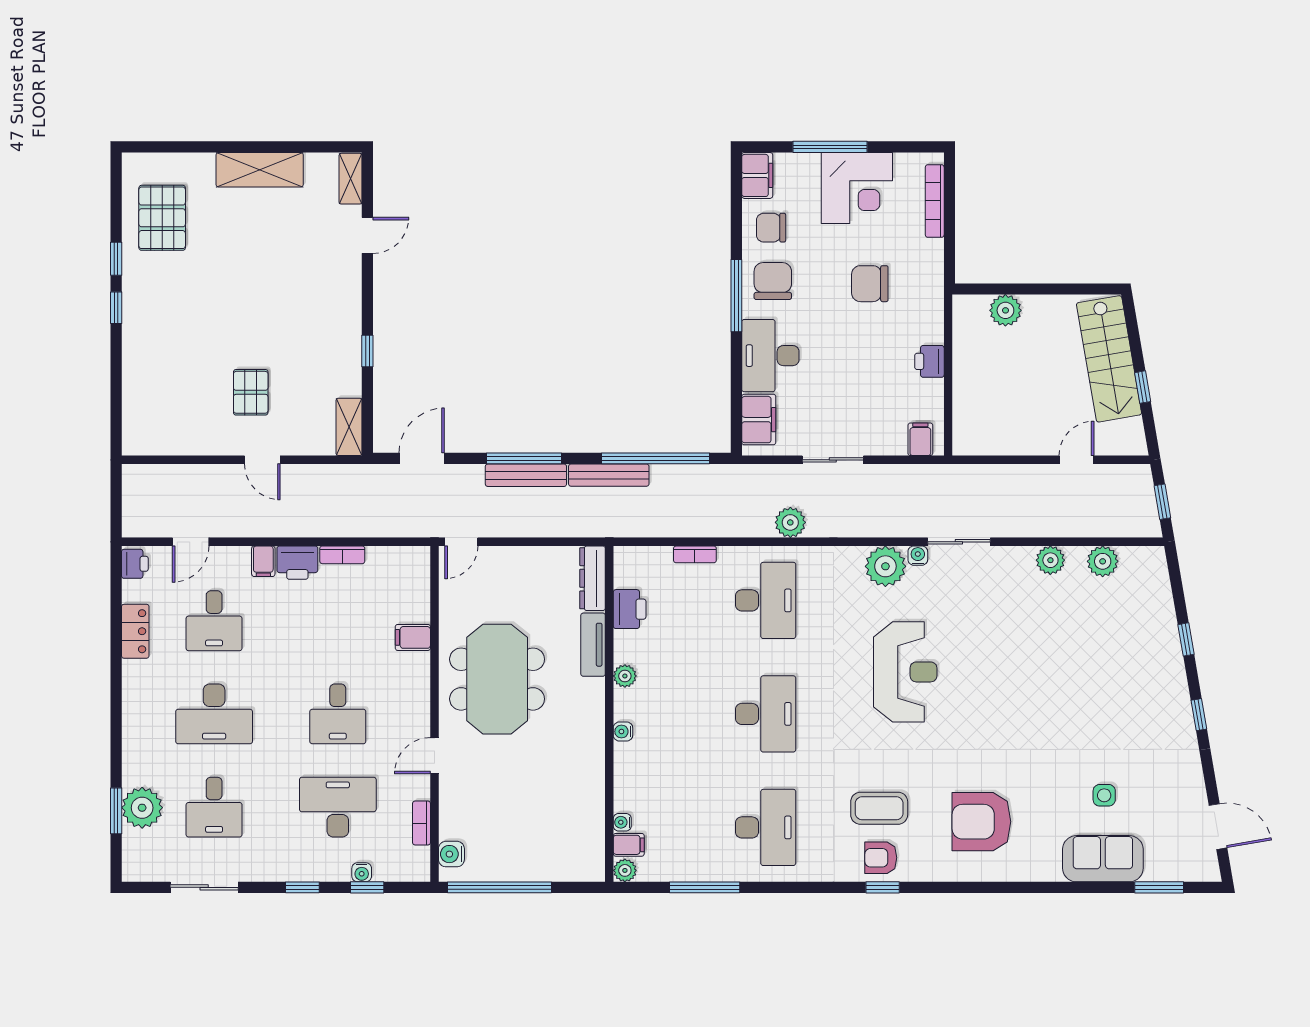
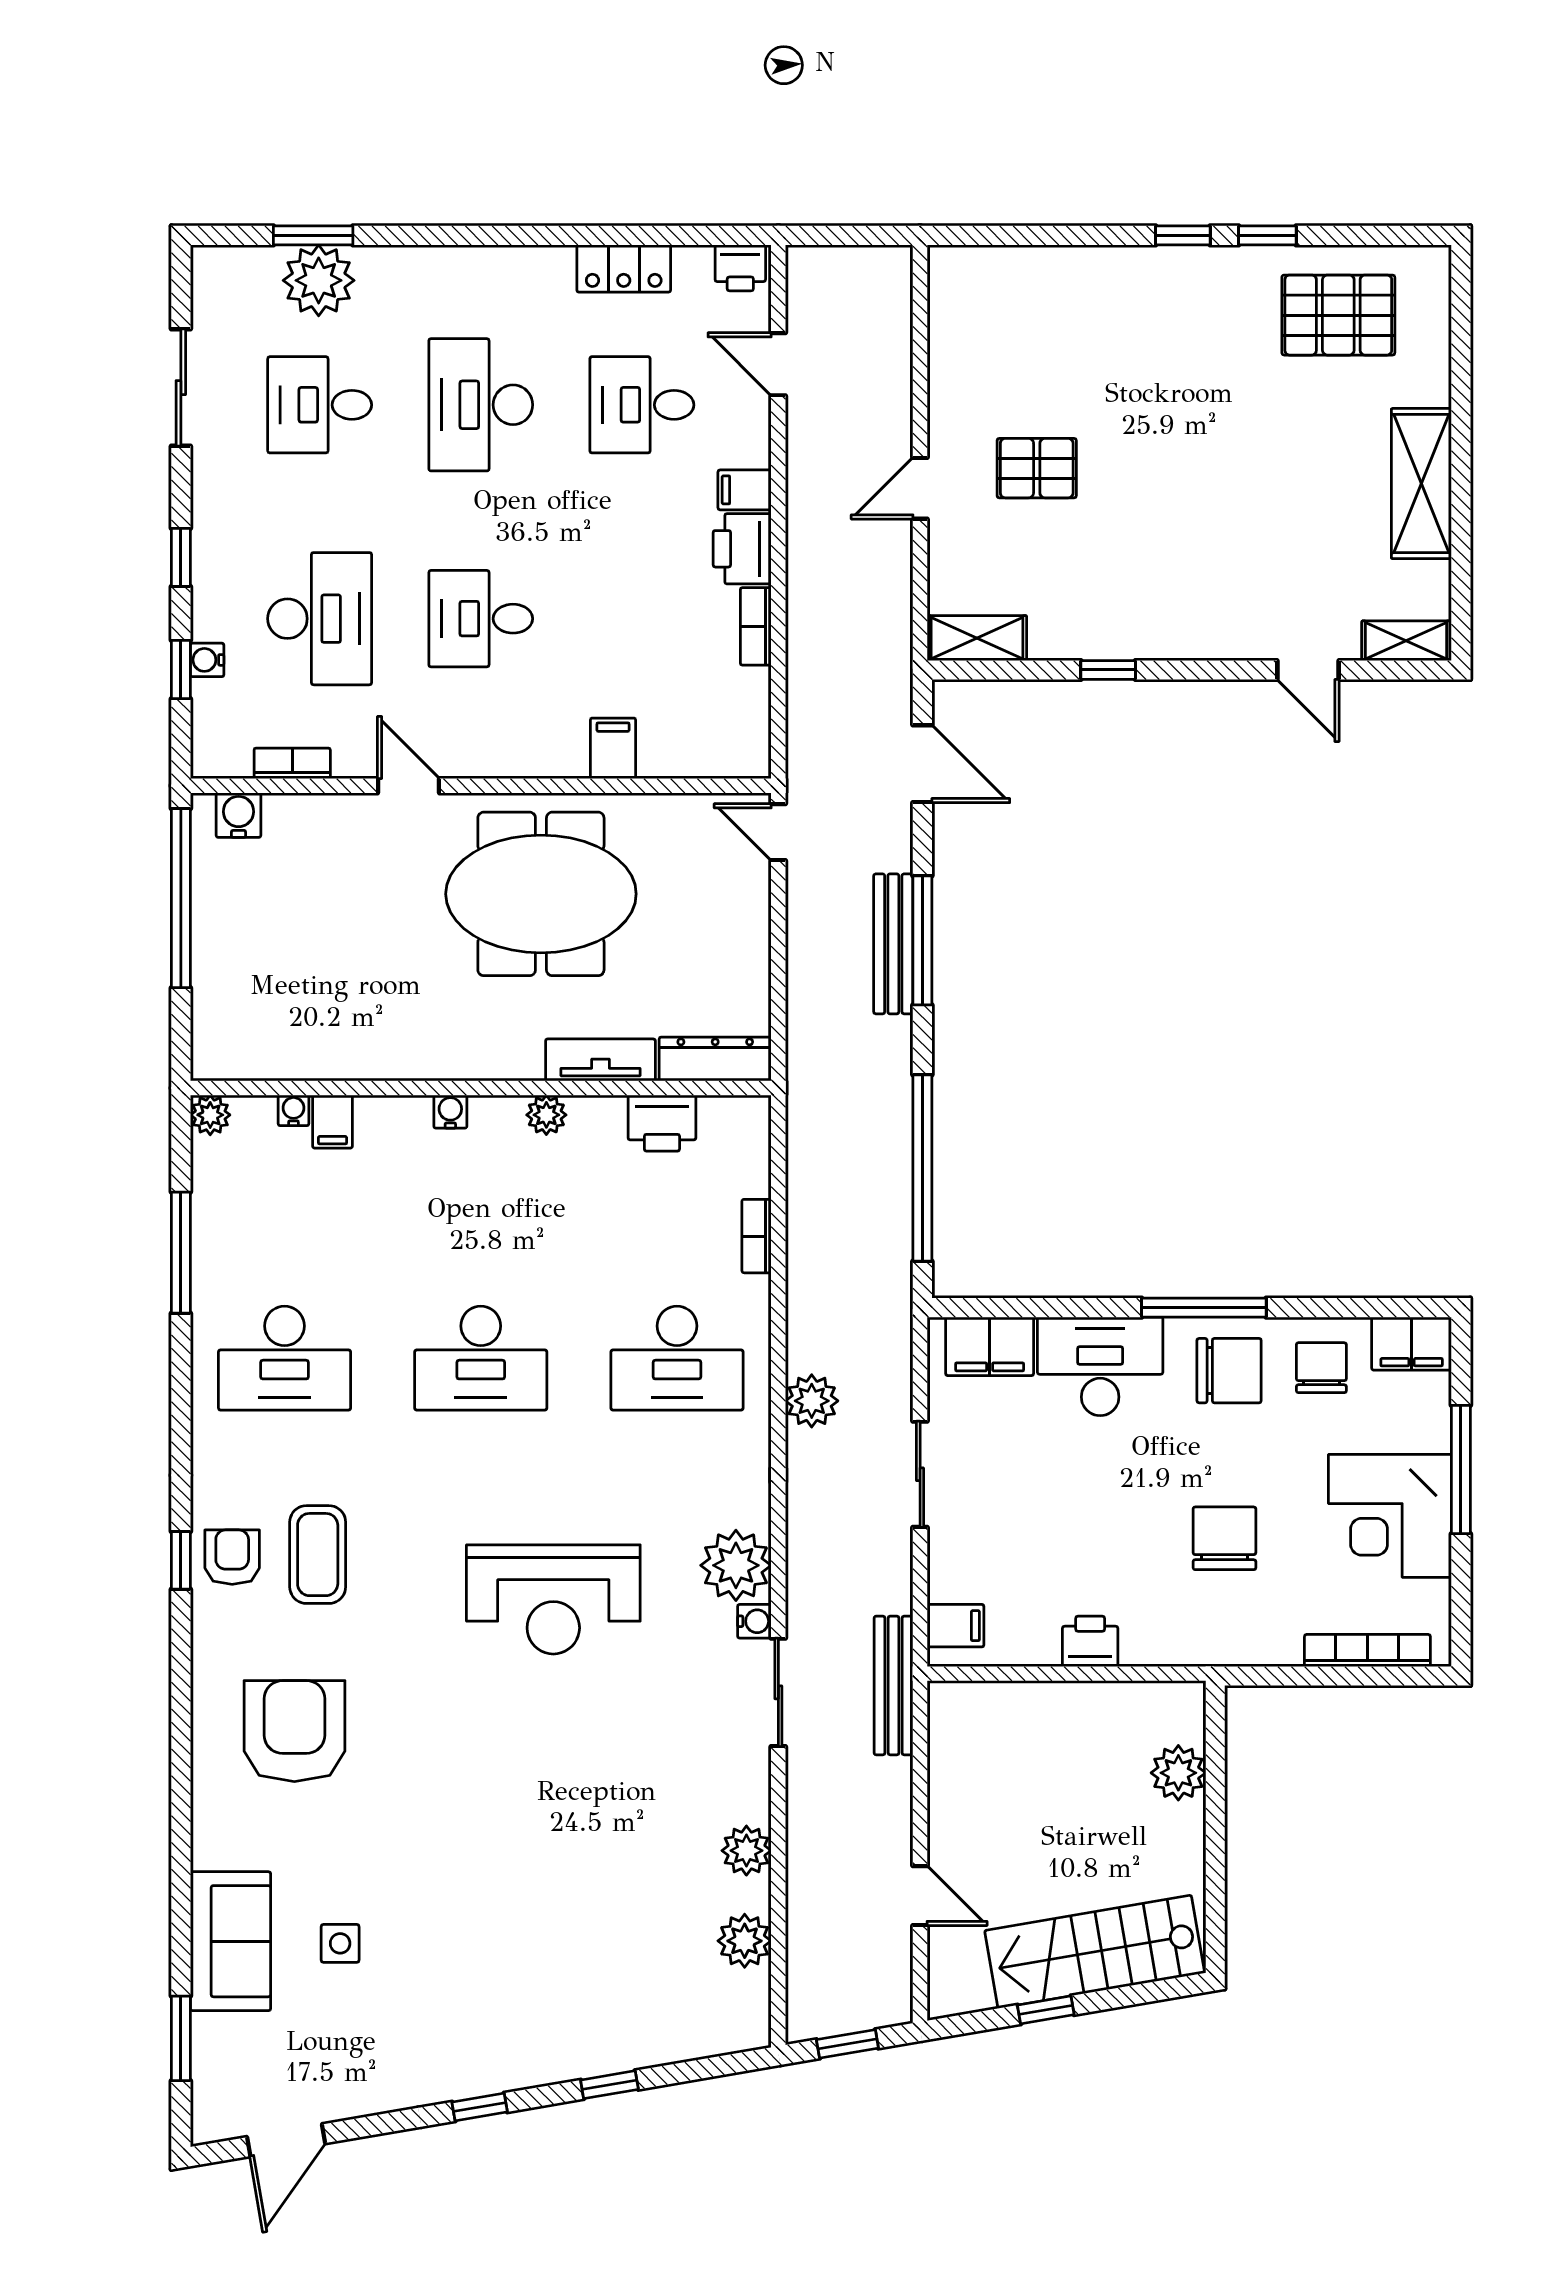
bench: (609, 475) -> (894, 1685), moved
filing cabinet: (629, 845) -> (333, 1122), moved

